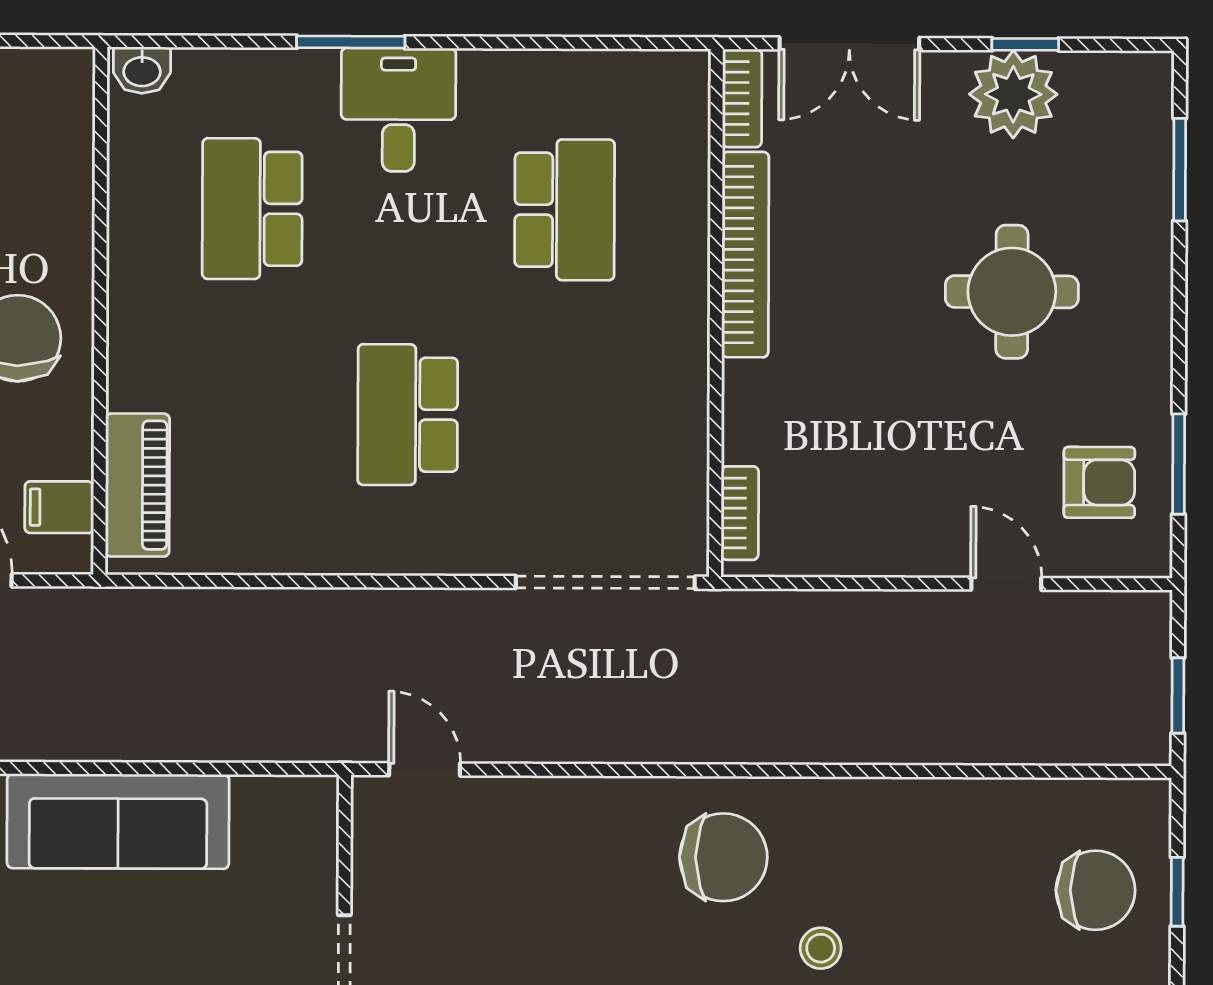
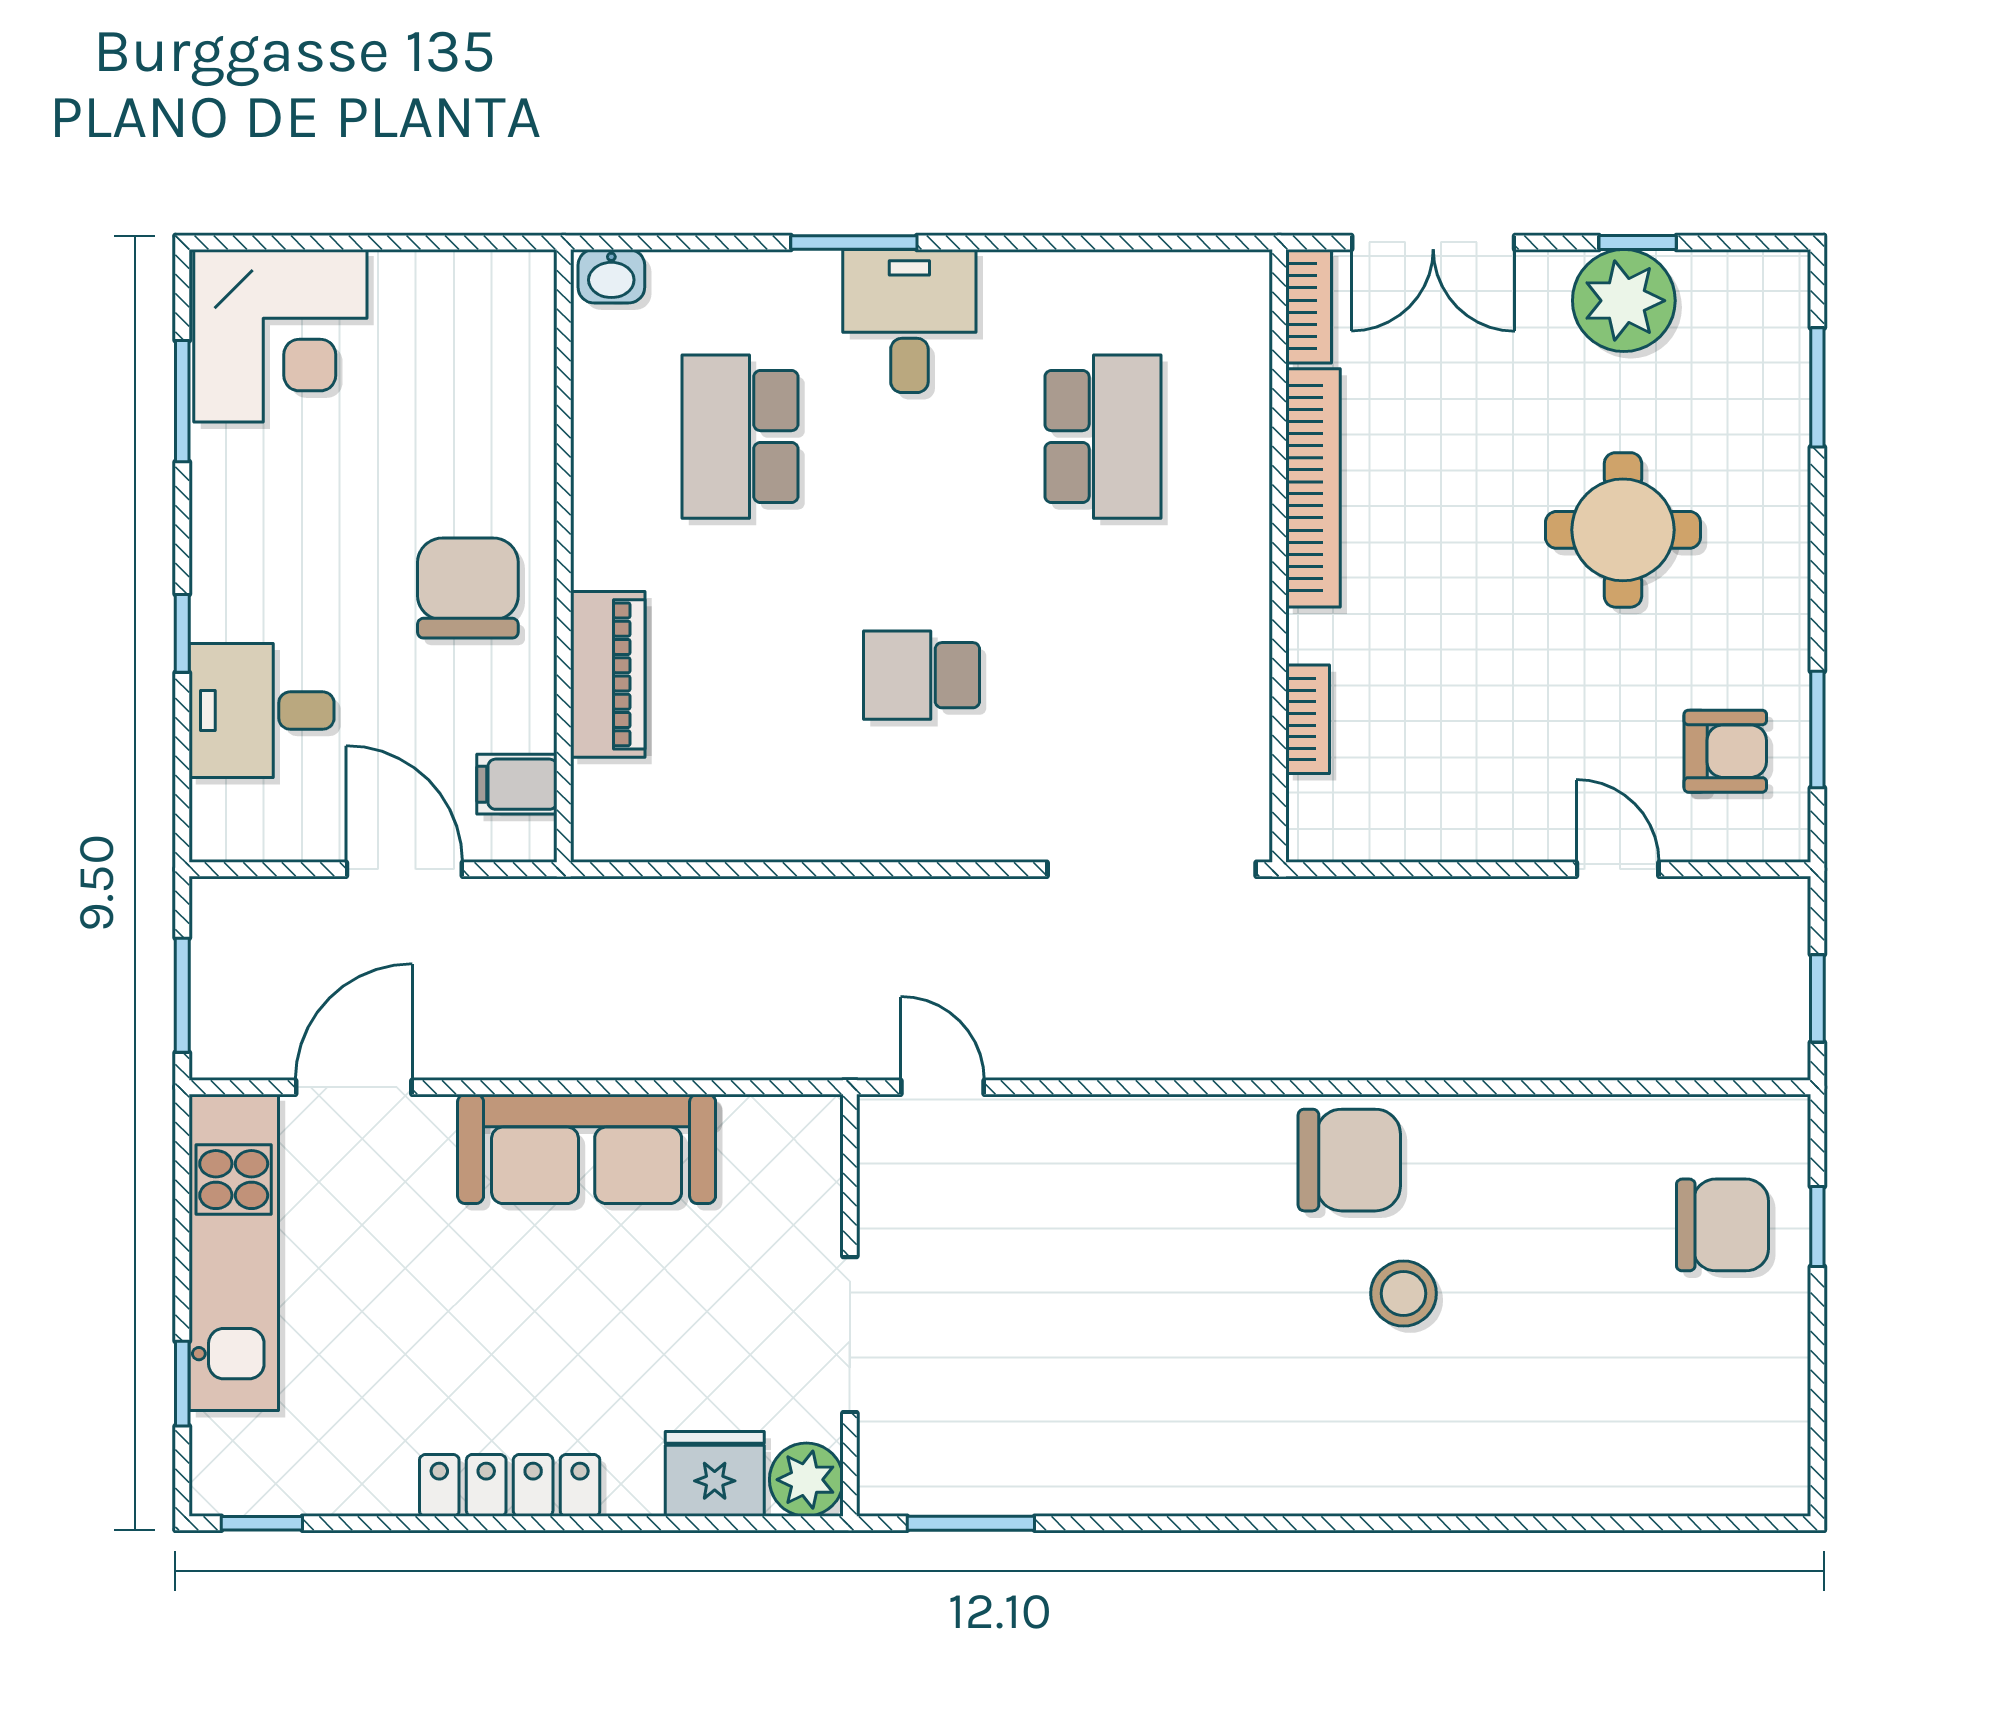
school desk: (408, 415) -> (921, 675), width x0.54
piano: (137, 485) -> (608, 674), moved
bookcase: (740, 513) -> (1308, 719), moved
chair: (723, 857) -> (1349, 1160), moved
stool: (821, 948) -> (1404, 1293), width x1.37, depth x1.37

